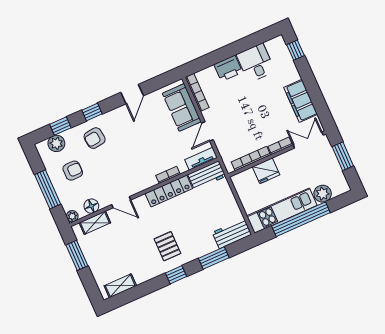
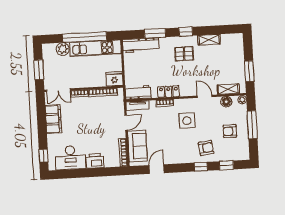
desk: (256, 63) -> (70, 158), width x1.37
door: (132, 94) -> (157, 169), moved
plant: (56, 143) -> (234, 154), removed
side table: (132, 163) -> (187, 121), added
fridge: (266, 171) -> (114, 79), moved
locker: (169, 191) -> (169, 92), width x0.66
workbench: (232, 233) -> (141, 45), width x1.38
pallet: (167, 246) -> (184, 54), turned 90
shelving: (120, 286) -> (209, 40), moved

